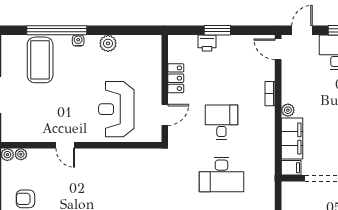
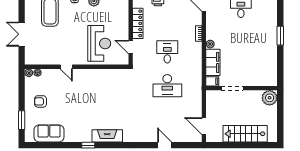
locker: (176, 78) -> (138, 23), width x1.53
reception desk: (116, 109) -> (99, 43), turned 180
door: (165, 115) -> (131, 47), swing flipped

